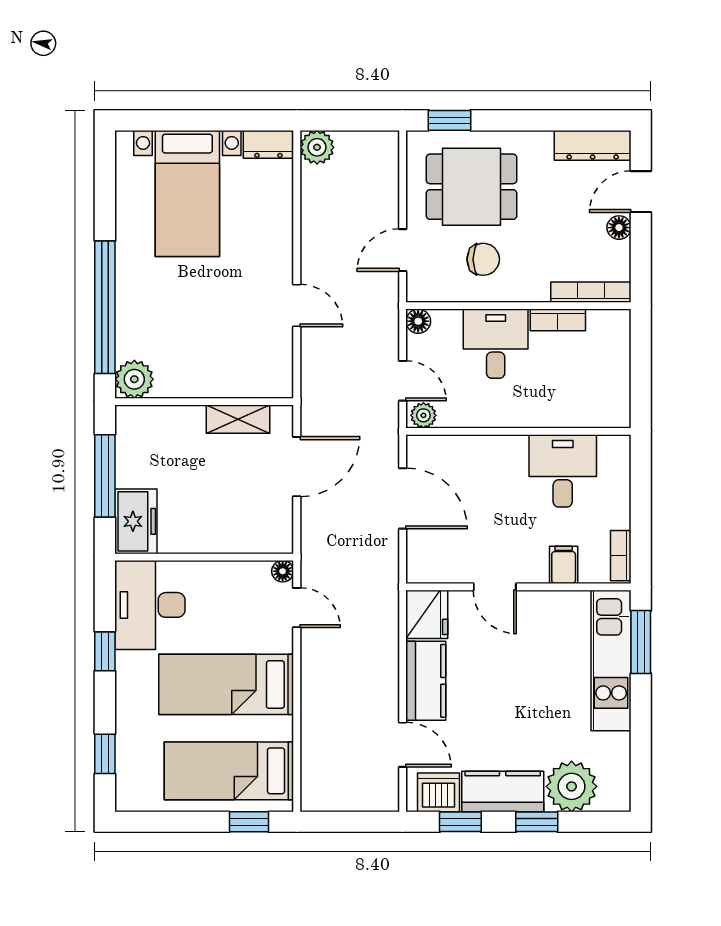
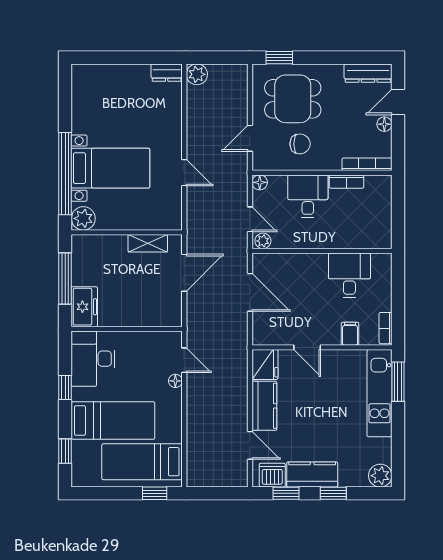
bed with nightstands: (187, 194) -> (110, 168), moved, turned -90
floor lamp: (283, 571) -> (175, 381), moved
bed: (226, 684) -> (113, 421), moved, turned 180
plant: (572, 786) -> (380, 476), moved, width x0.73, depth x0.73

